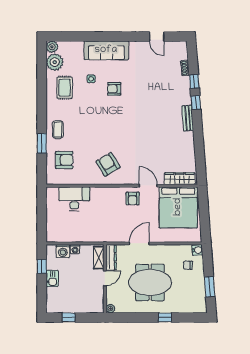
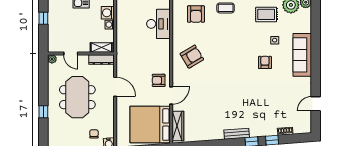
door: (105, 278) -> (71, 54), moved

